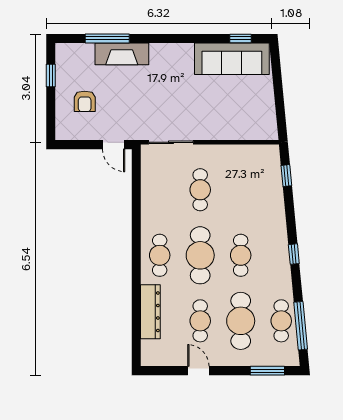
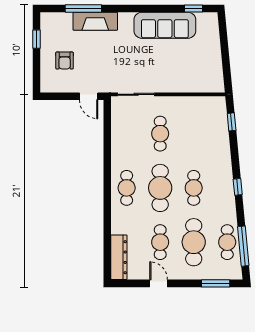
sofa: (232, 59) -> (165, 25), moved
dresser: (150, 312) -> (119, 257), moved

